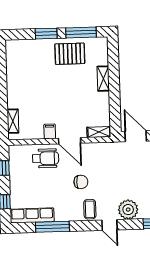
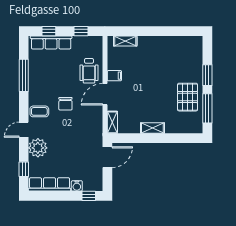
shelving: (103, 79) -> (152, 128), moved
row of seats: (32, 215) -> (51, 42), moved, turned 90

